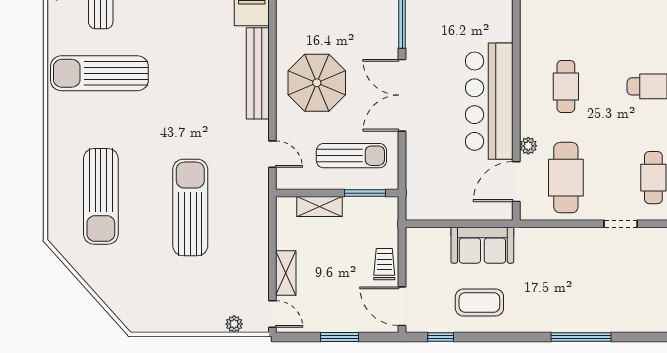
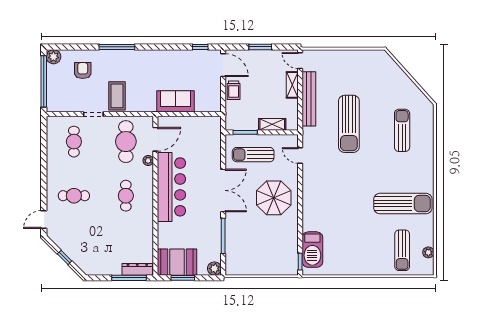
bench: (258, 73) -> (309, 99), moved
sun lounger: (101, 196) -> (402, 130), width x0.73, depth x0.75
armchair: (638, 297) -> (83, 71), added
coffee table: (479, 302) -> (117, 96), moved, turned 90
plant: (234, 324) -> (323, 55), removed

